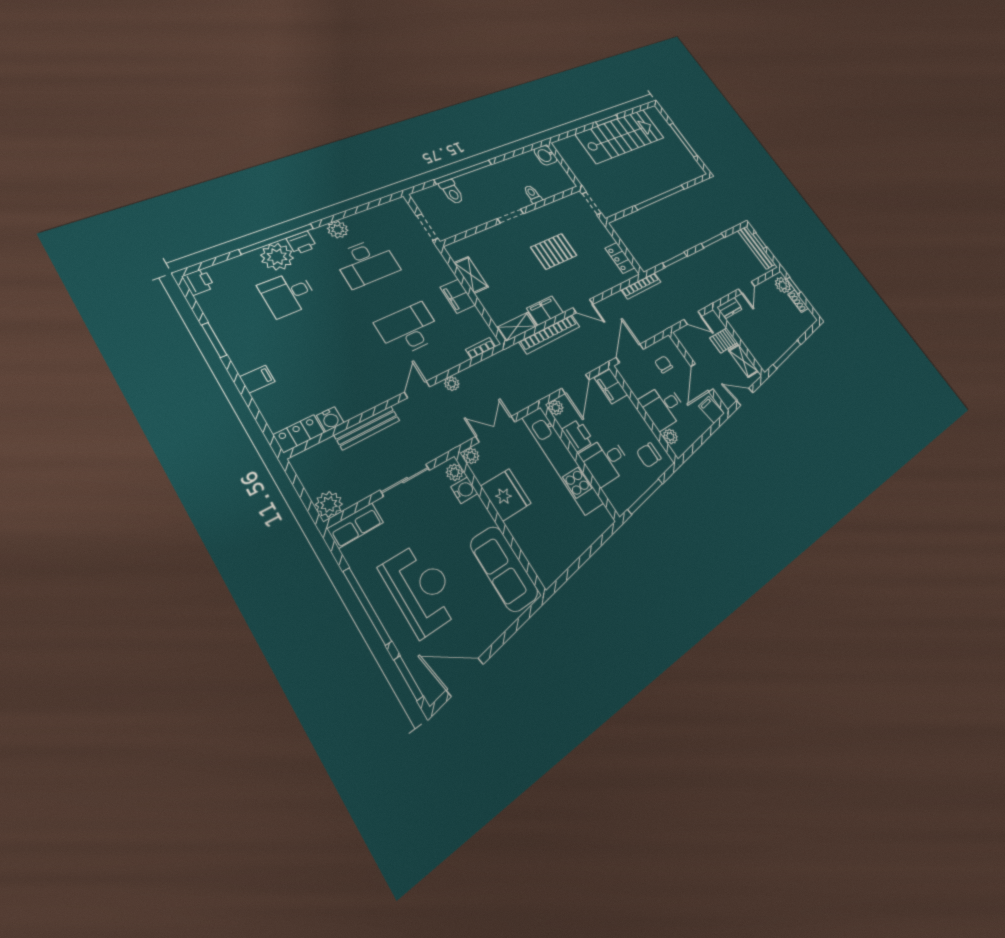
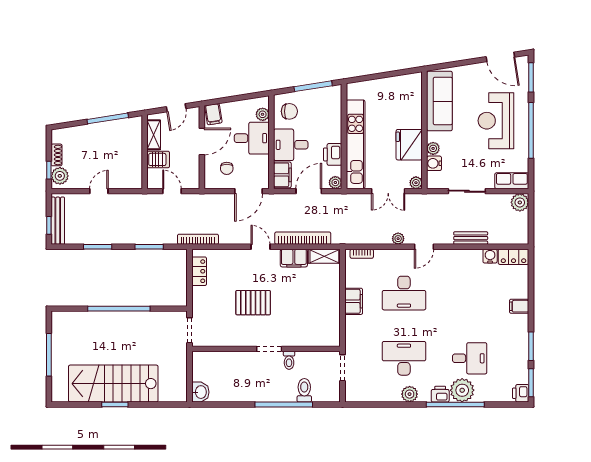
toilet: (533, 194) -> (289, 360), moved
shelving: (471, 275) -> (333, 314), removed
window: (191, 299) -> (531, 383), added
dresser: (730, 308) -> (130, 182), removed
door: (745, 397) -> (176, 108), hinge flipped
bench: (367, 428) -> (471, 238), width x0.73
desk: (605, 460) -> (291, 145), moved, turned 180
plant: (455, 472) -> (433, 148), moved

